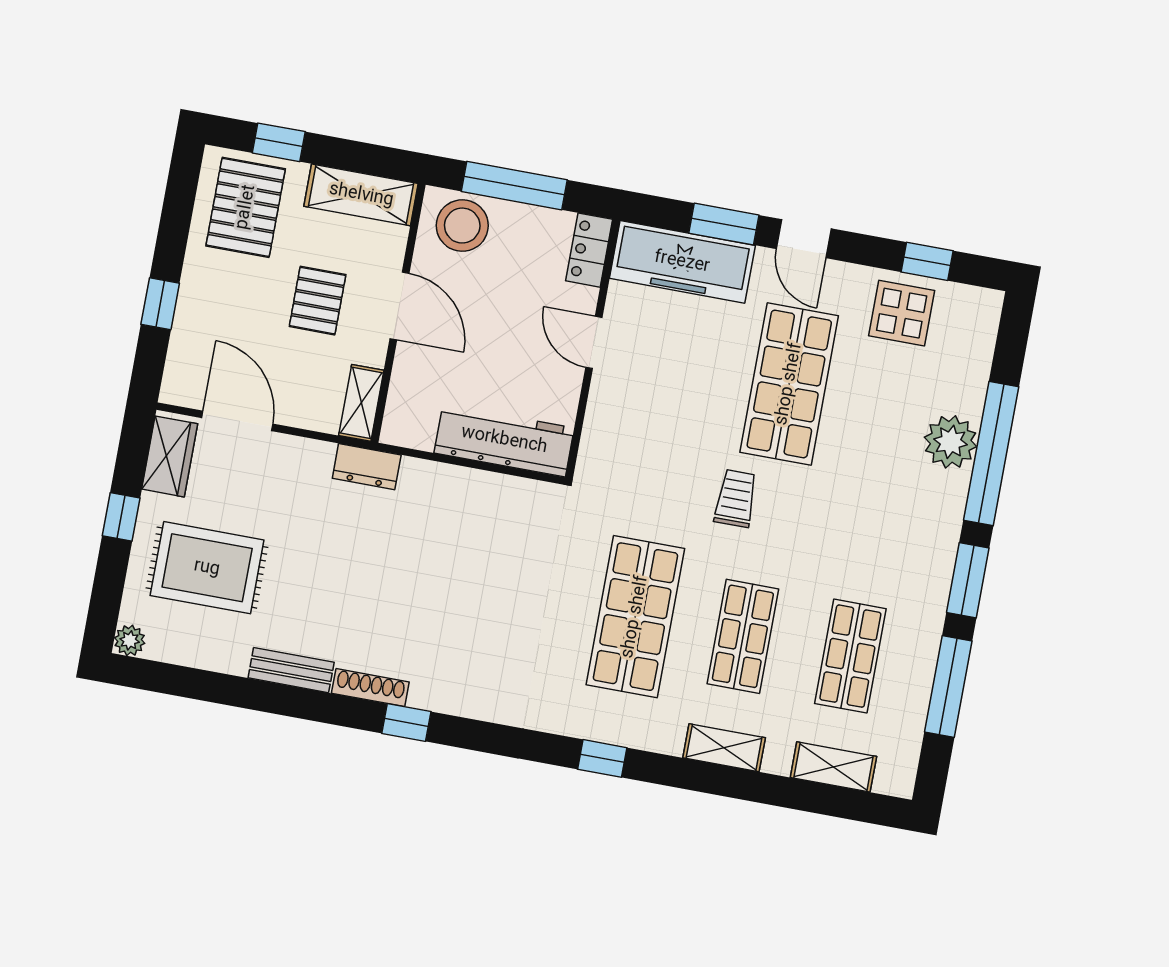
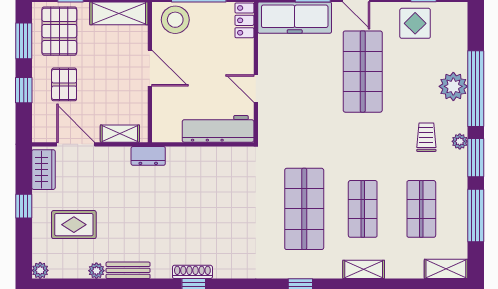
window: (177, 213) -> (24, 41), added
pallet: (318, 301) -> (64, 84), moved
door: (594, 342) -> (256, 88), moved
shelving: (361, 403) -> (120, 134), moved, turned 90
trolley: (736, 498) -> (426, 137), moved
plant: (944, 545) -> (460, 141), added
rug: (207, 568) -> (74, 225), width x0.73, depth x0.70
plant: (233, 660) -> (96, 271), added
shoe rack: (370, 688) -> (192, 272), moved
shelving: (833, 767) -> (446, 269), moved

